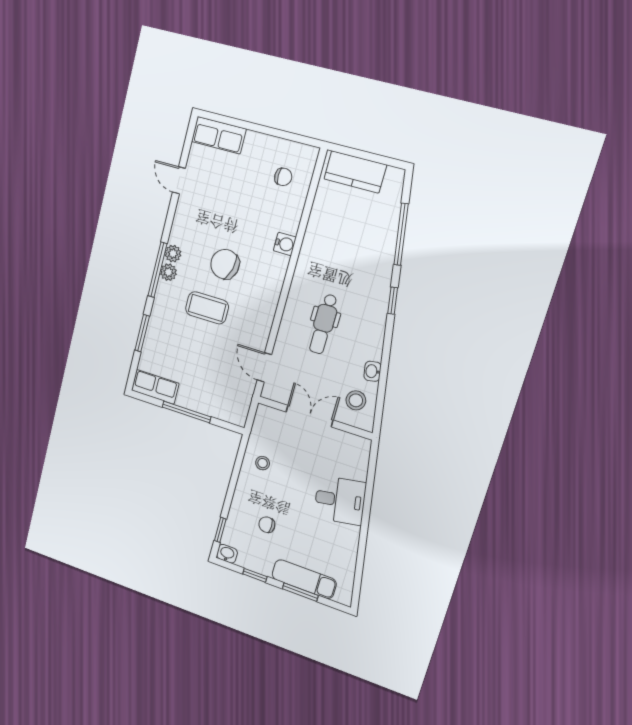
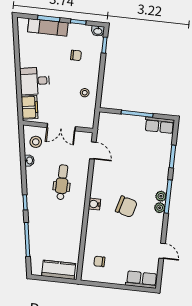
water cooler: (285, 244) -> (94, 204), moved
coffee table: (207, 308) -> (134, 179), removed
filing cabinet: (356, 459) -> (30, 107), added

